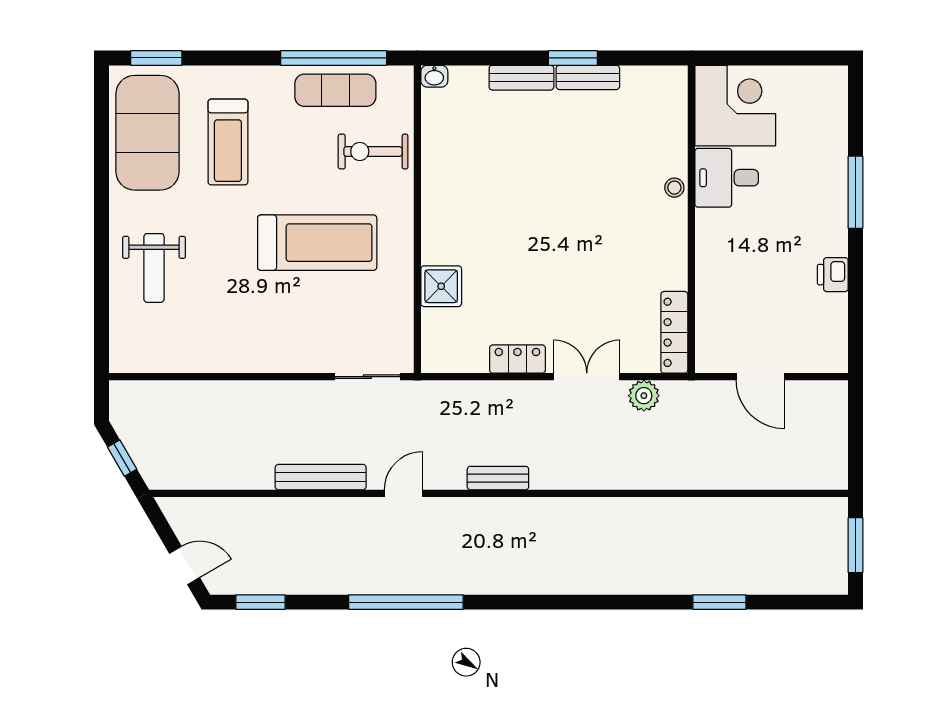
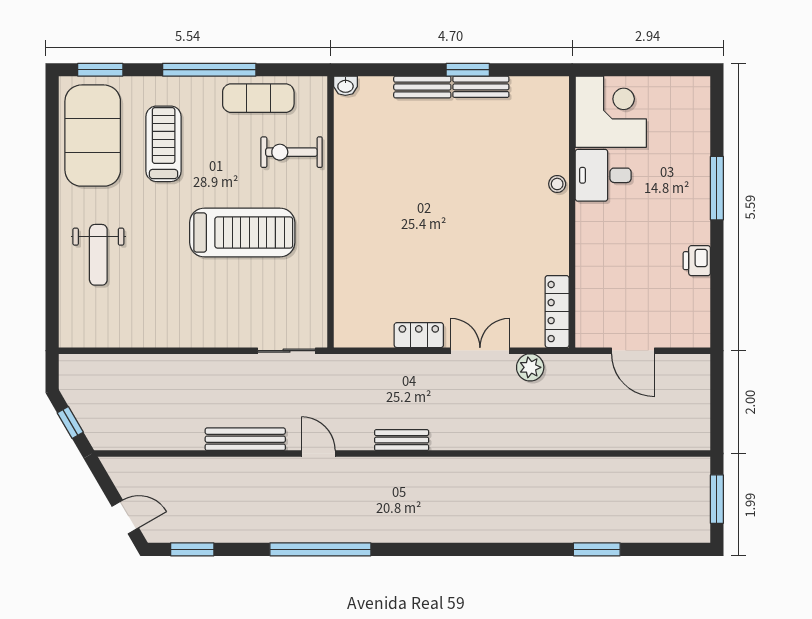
window: (334, 58) -> (209, 70), moved
treadmill: (228, 142) -> (164, 144), turned 180
shower: (441, 286) -> (352, 271), removed
door: (403, 493) -> (318, 453), hinge flipped

